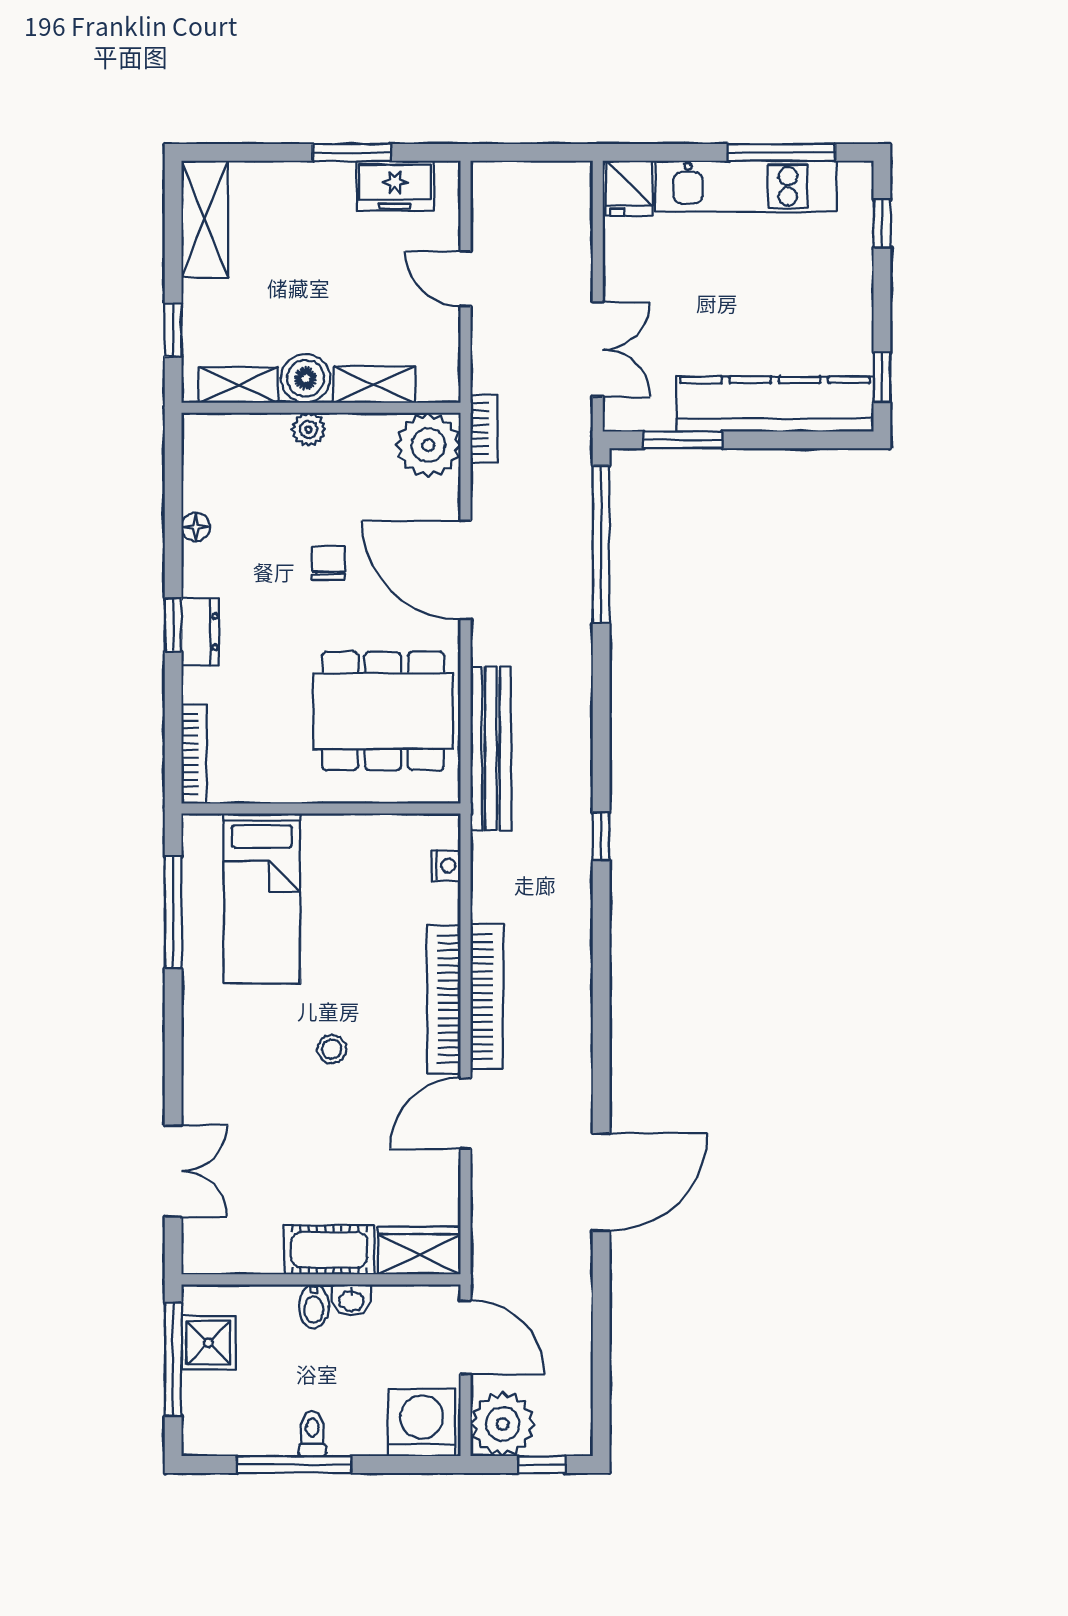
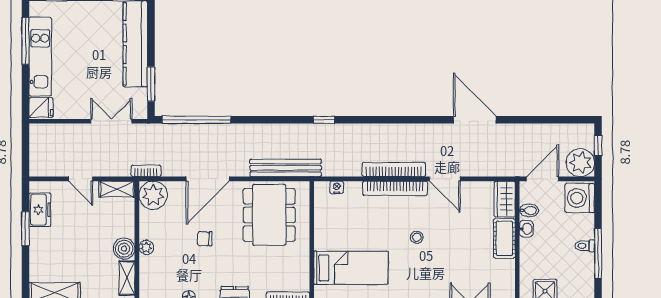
door: (466, 279) -> (81, 179), hinge flipped
shelving: (374, 384) -> (117, 189), moved, turned 90
bidet: (314, 1306) -> (529, 210), moved

